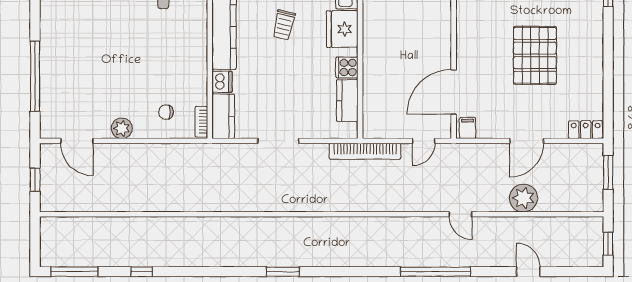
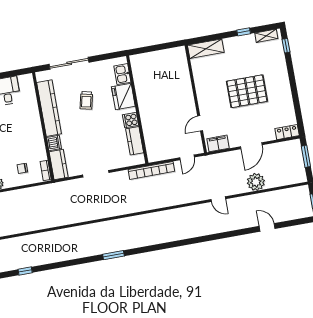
pallet: (535, 55) -> (247, 91), turned 90
door: (454, 92) -> (200, 123), width x0.53
filing cabinet: (468, 128) -> (218, 143), width x2.00
window: (435, 272) -> (209, 238), removed

